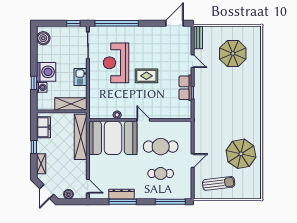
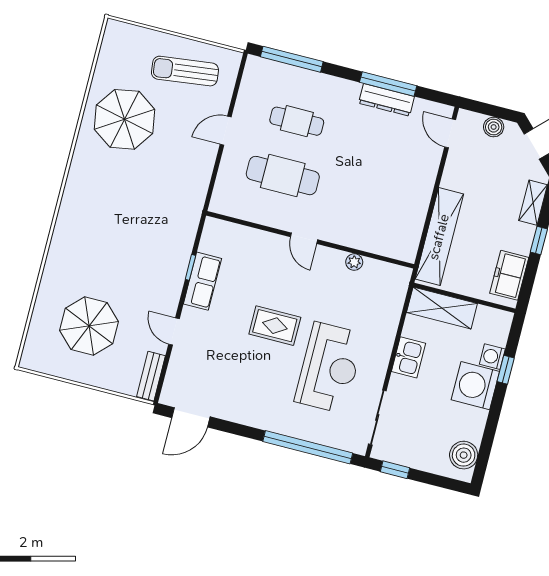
booth: (113, 138) -> (375, 218), removed

